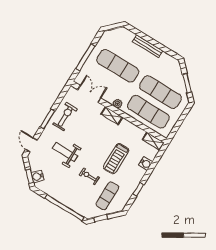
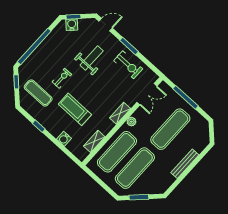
shelving: (153, 141) -> (94, 141), moved

